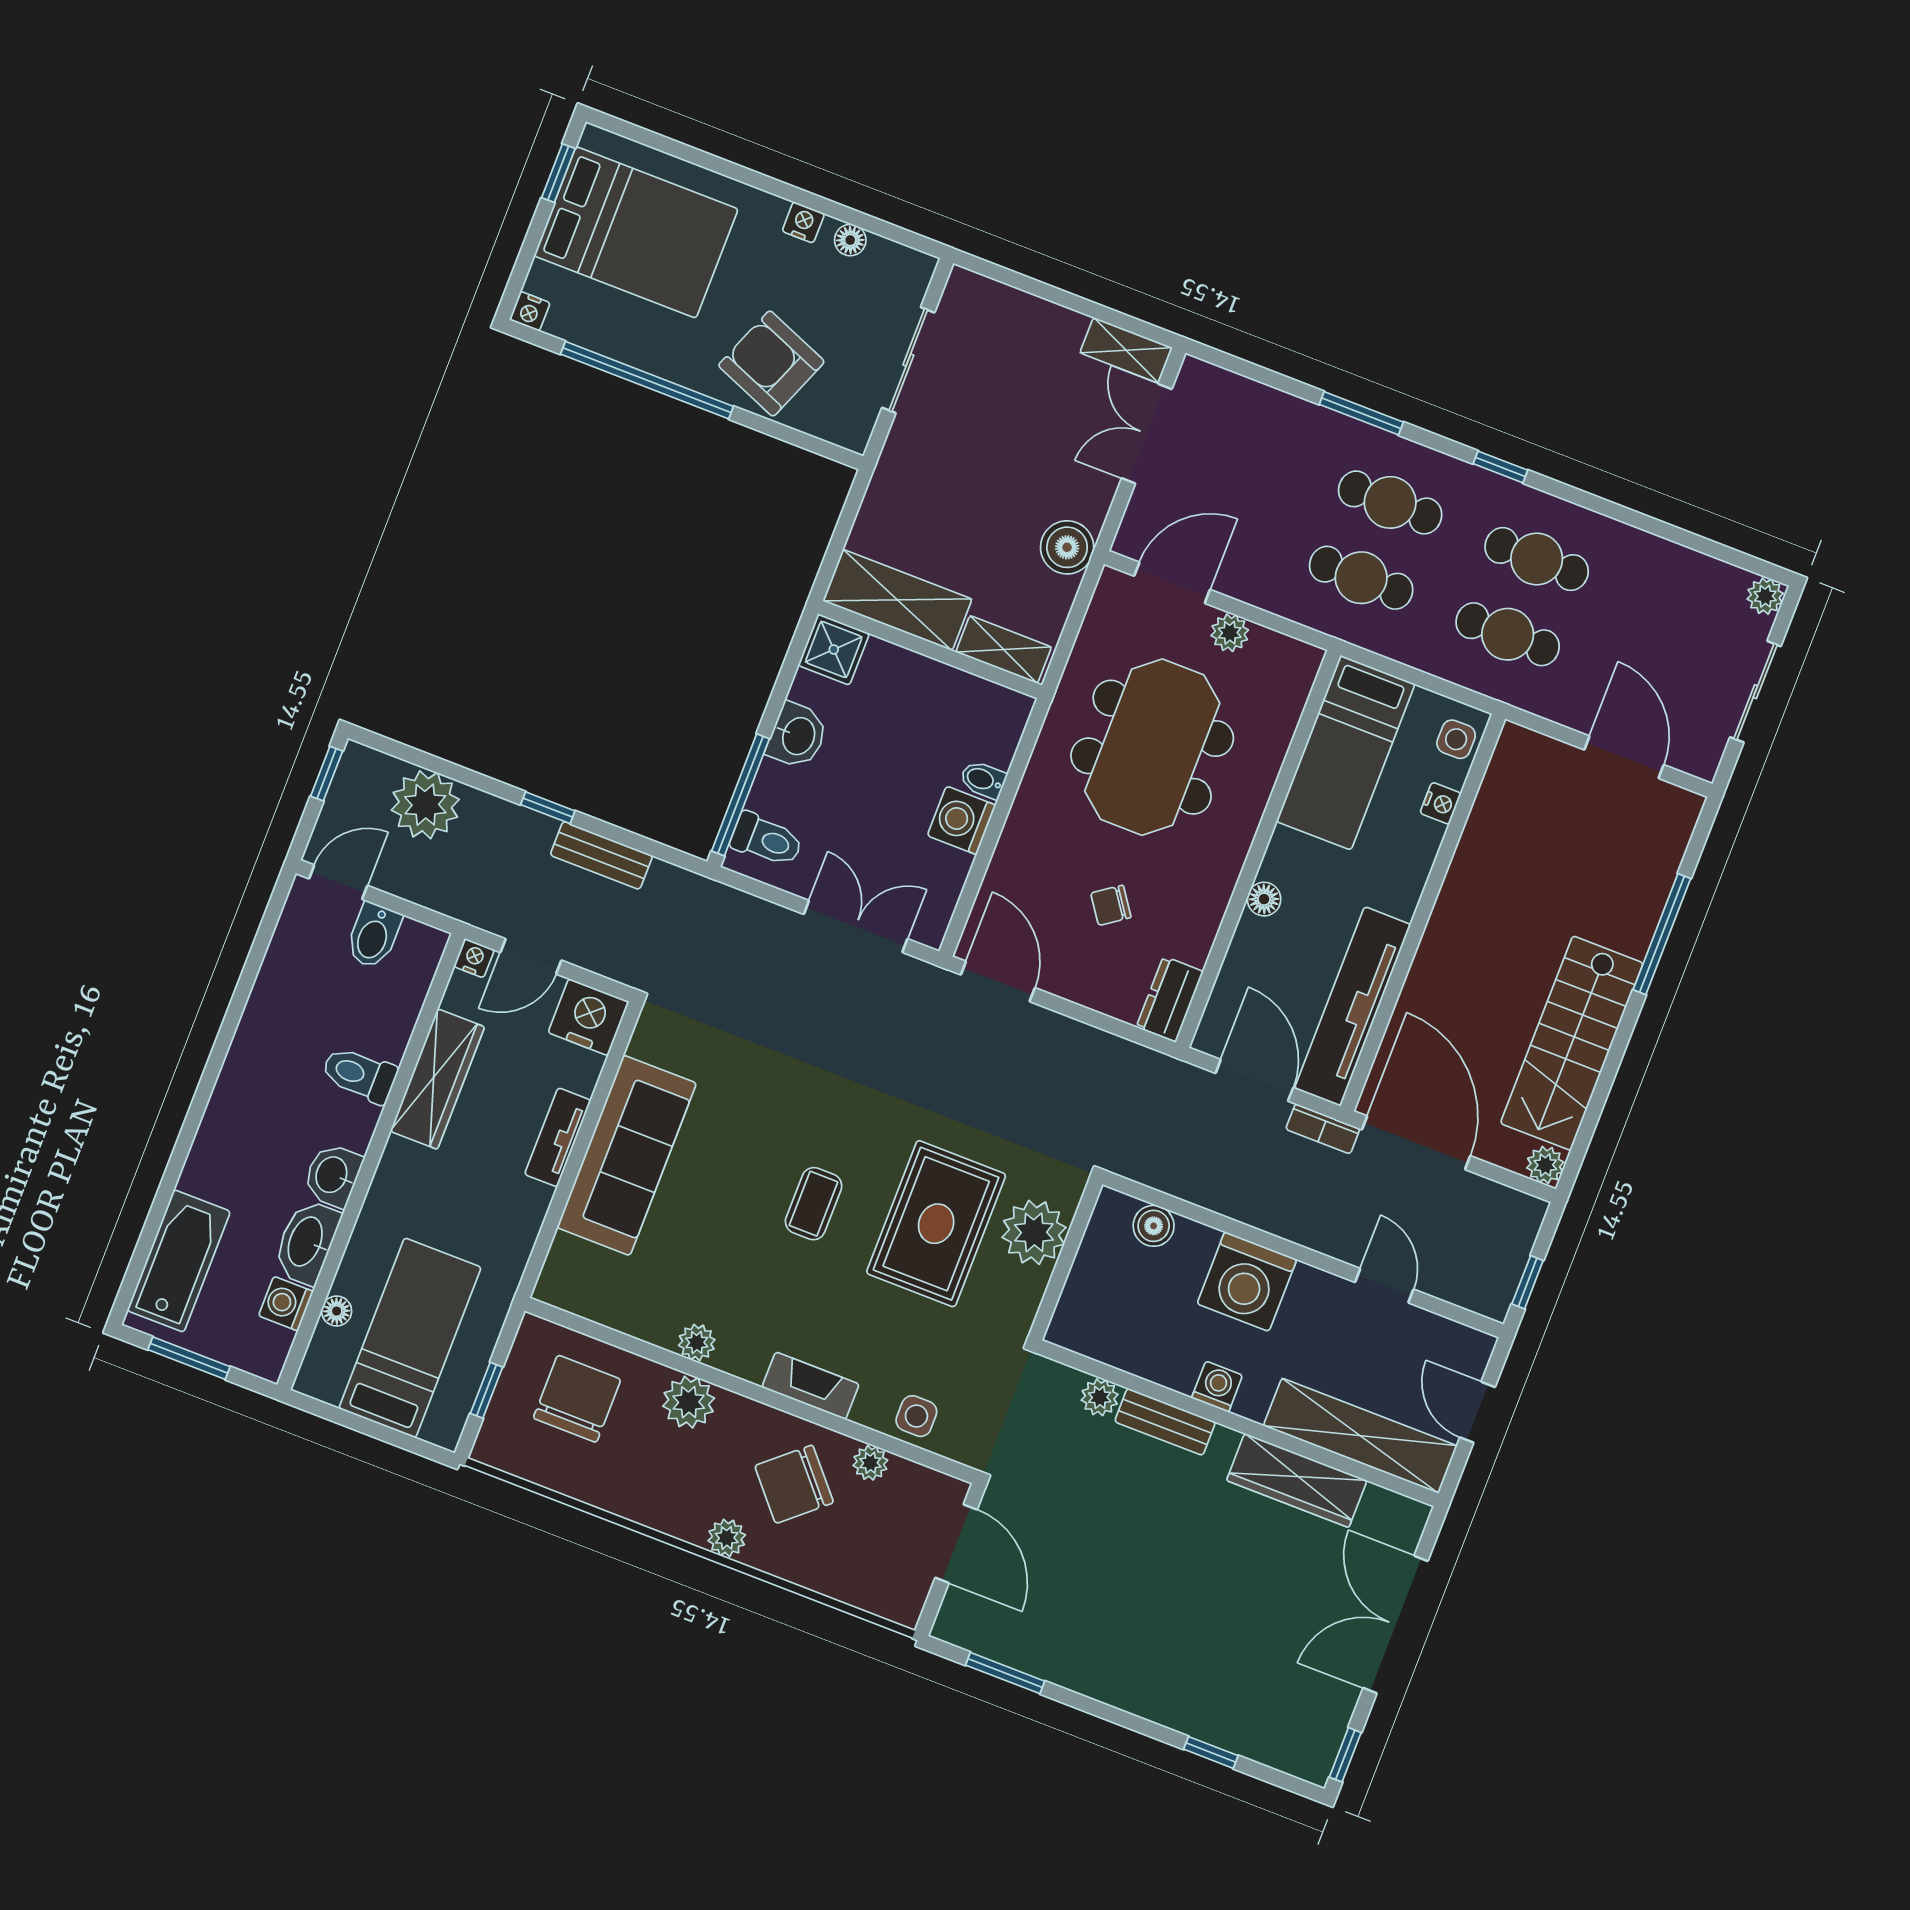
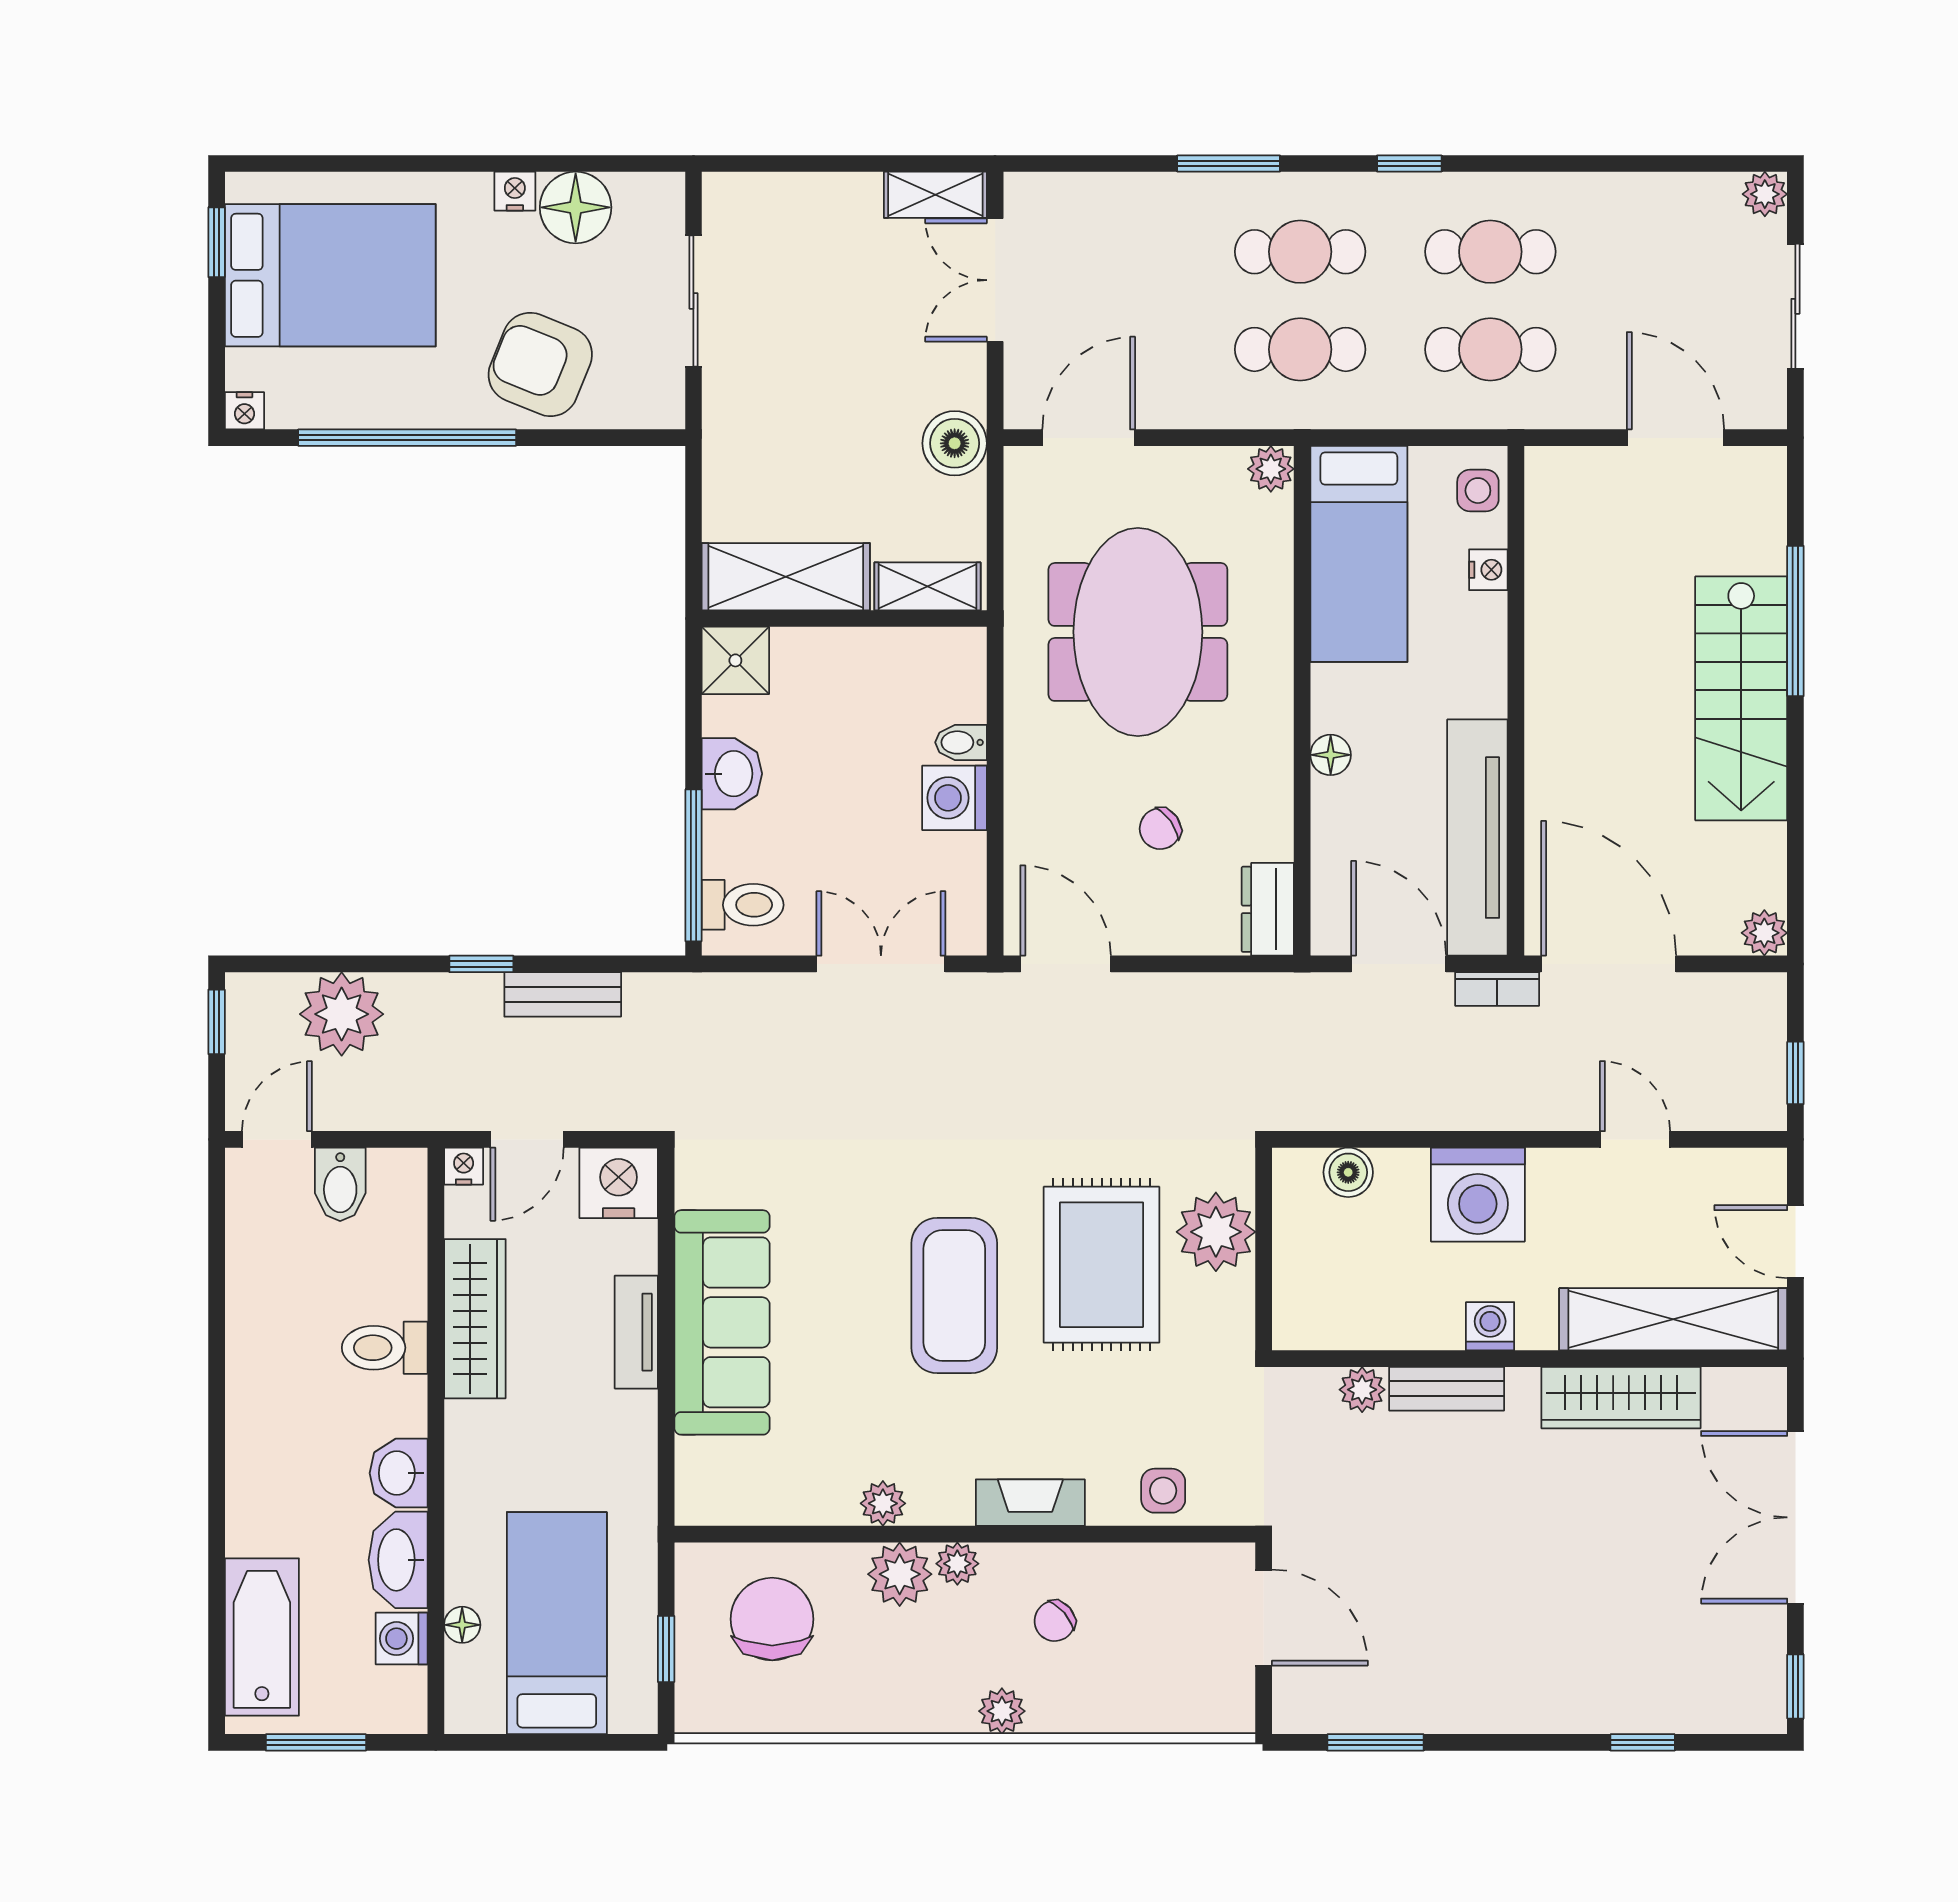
floor lamp: (850, 240) -> (576, 207), width x1.89, depth x1.89
plant: (1230, 633) -> (1271, 469), moved
stairs: (1572, 1043) -> (1741, 698), moved
coffee table: (814, 1204) -> (954, 1295), width x1.86, depth x1.72
plant: (870, 1463) -> (957, 1564), moved
chair: (794, 1484) -> (1055, 1621), width x0.54, depth x0.54

